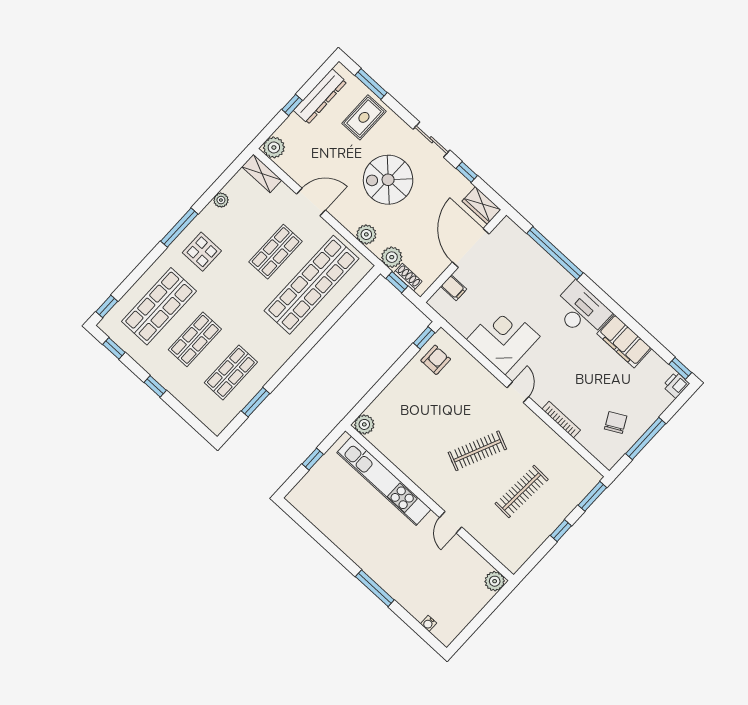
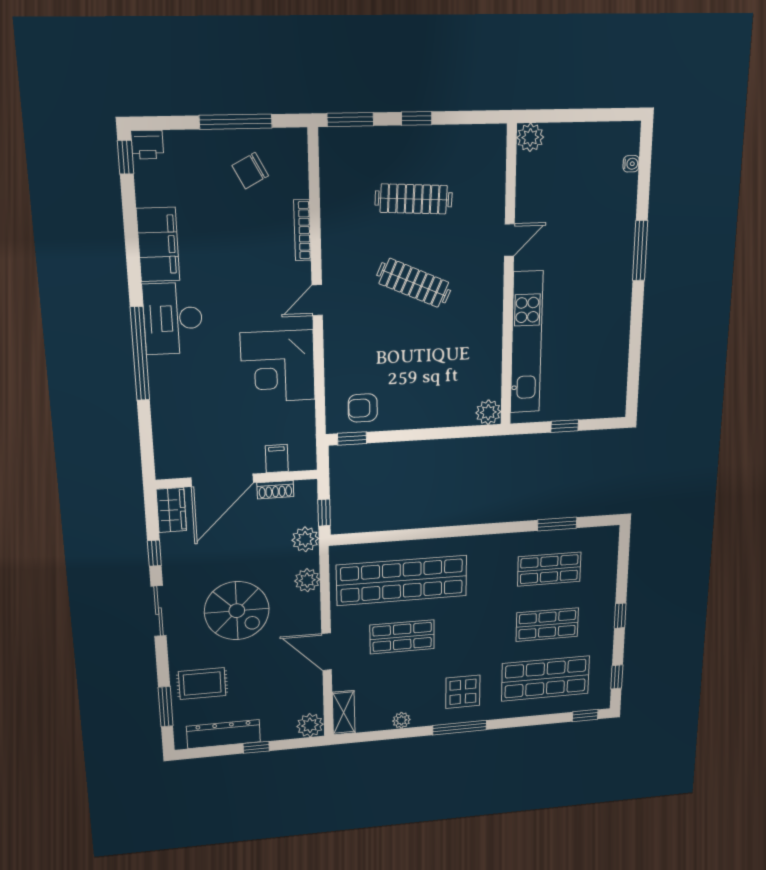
window: (555, 253) -> (140, 354), moved
shoe rack: (408, 277) -> (275, 490), moved, turned -90

